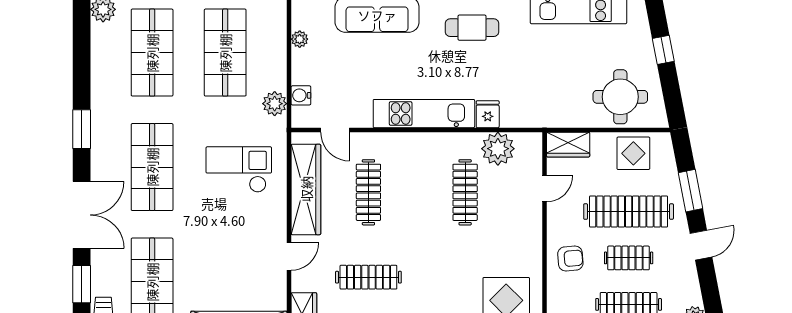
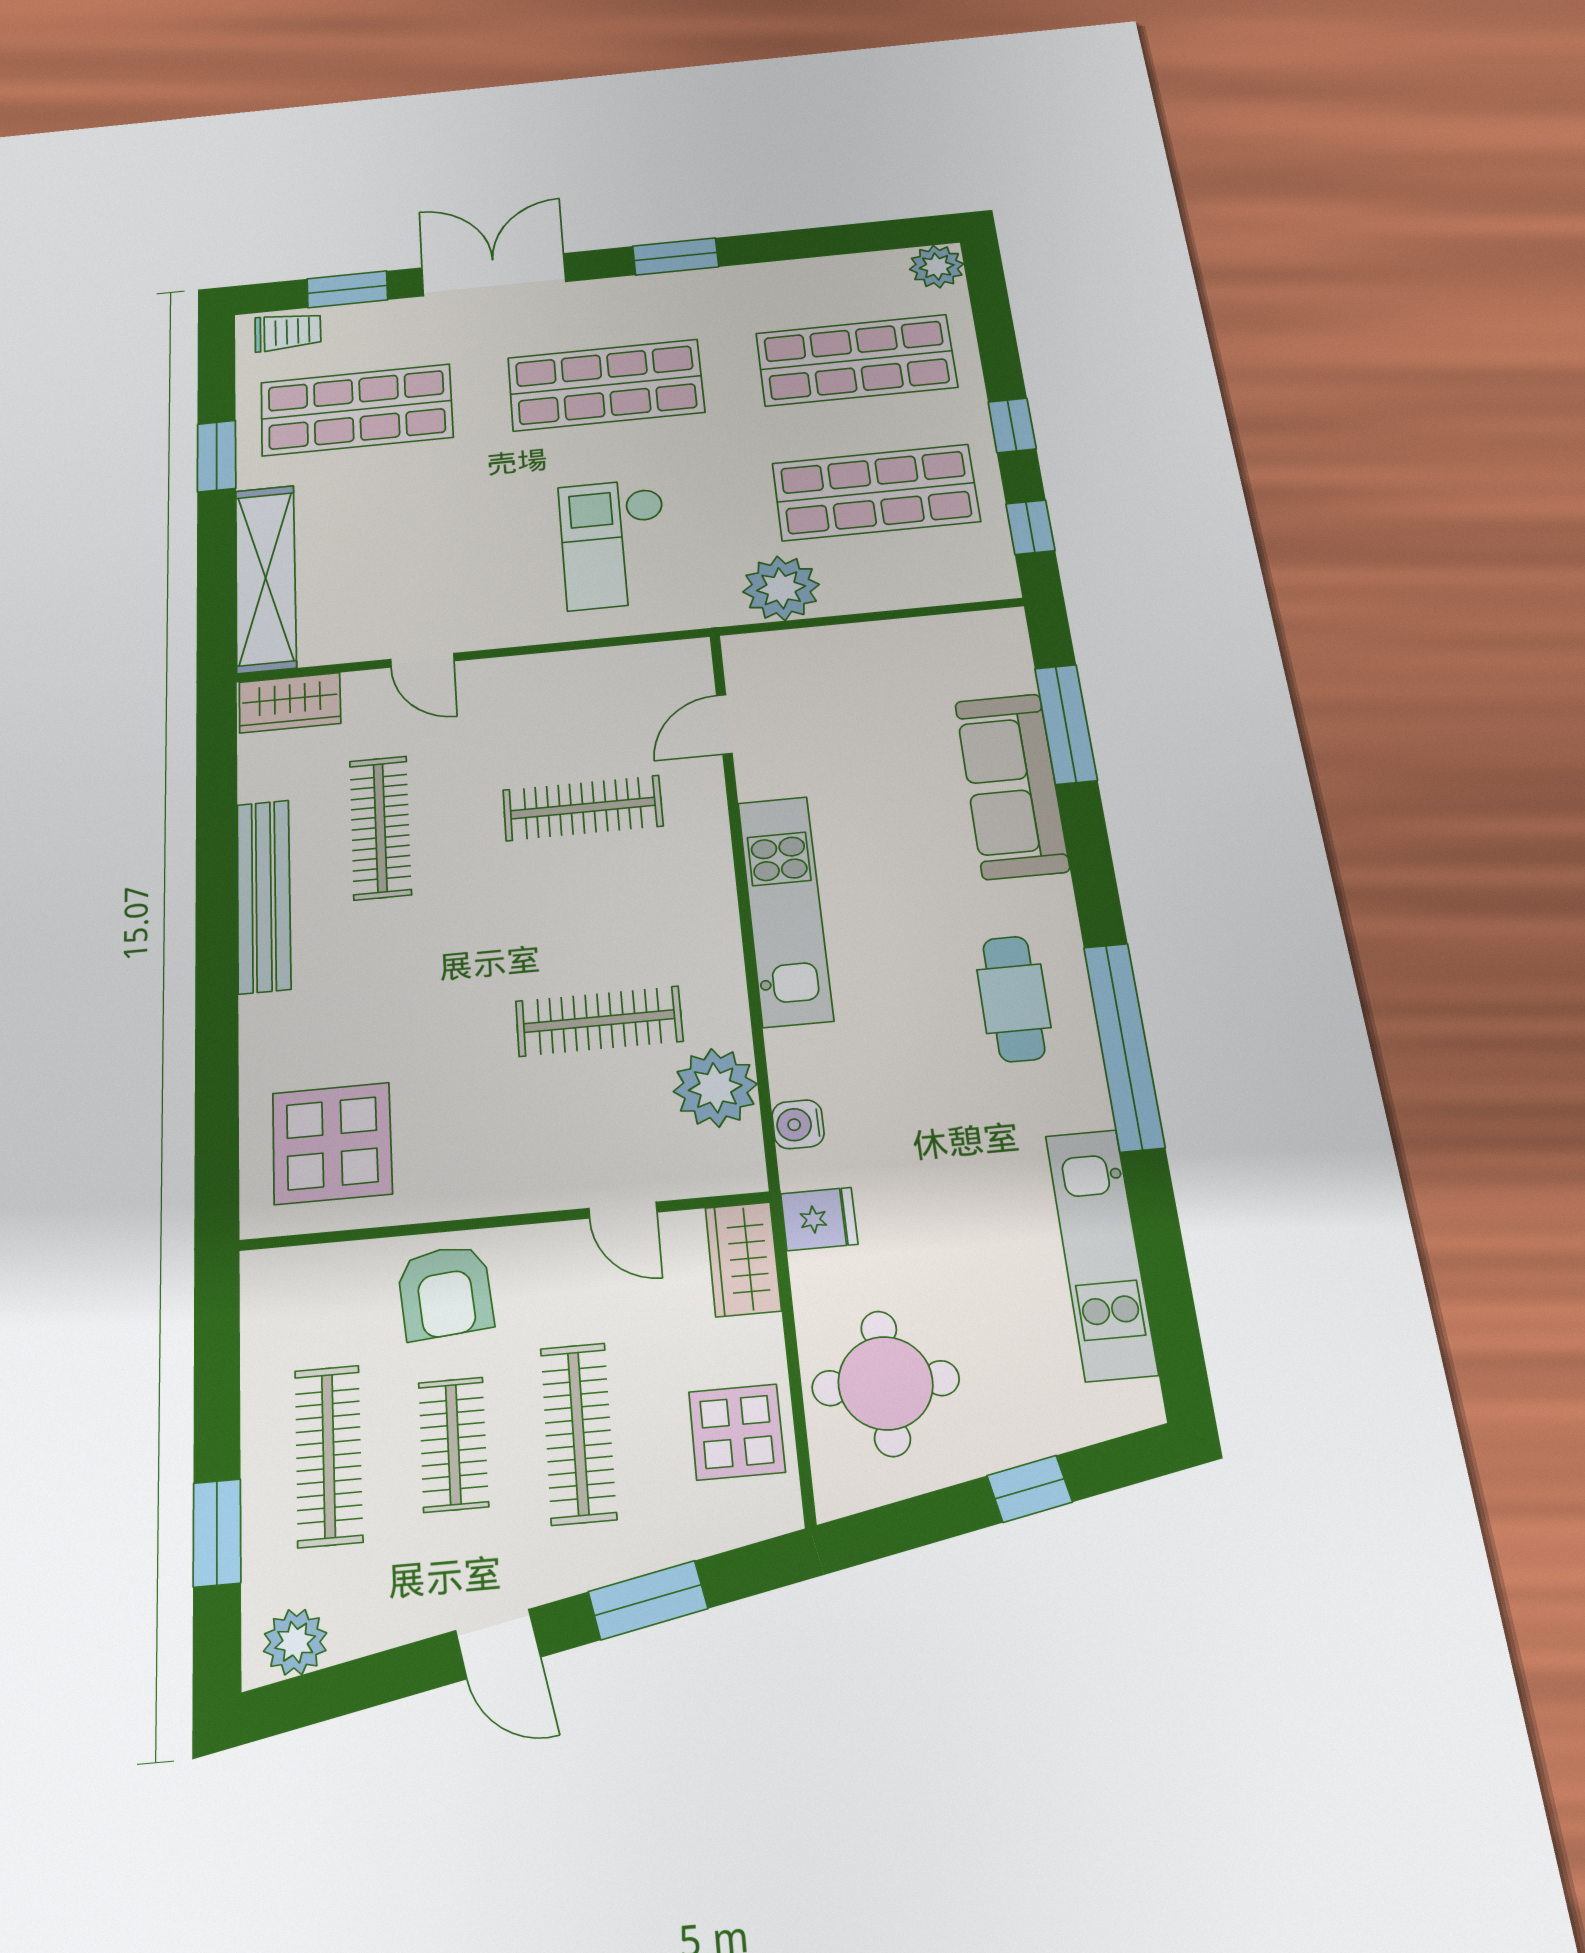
plant: (300, 39) -> (928, 632), removed
water cooler: (301, 95) -> (798, 1124), moved, turned -90
plant: (275, 104) -> (781, 588), width x1.36, depth x1.36
fridge: (488, 114) -> (819, 1219), moved
checkout: (239, 170) -> (614, 544), turned 180
wardrobe: (306, 189) -> (579, 679), removed
clothes rail: (629, 212) -> (578, 1433), width x0.73, depth x0.76
double door: (82, 215) -> (494, 275), swing flipped
armchair: (570, 259) -> (445, 1292), width x1.38, depth x1.38

